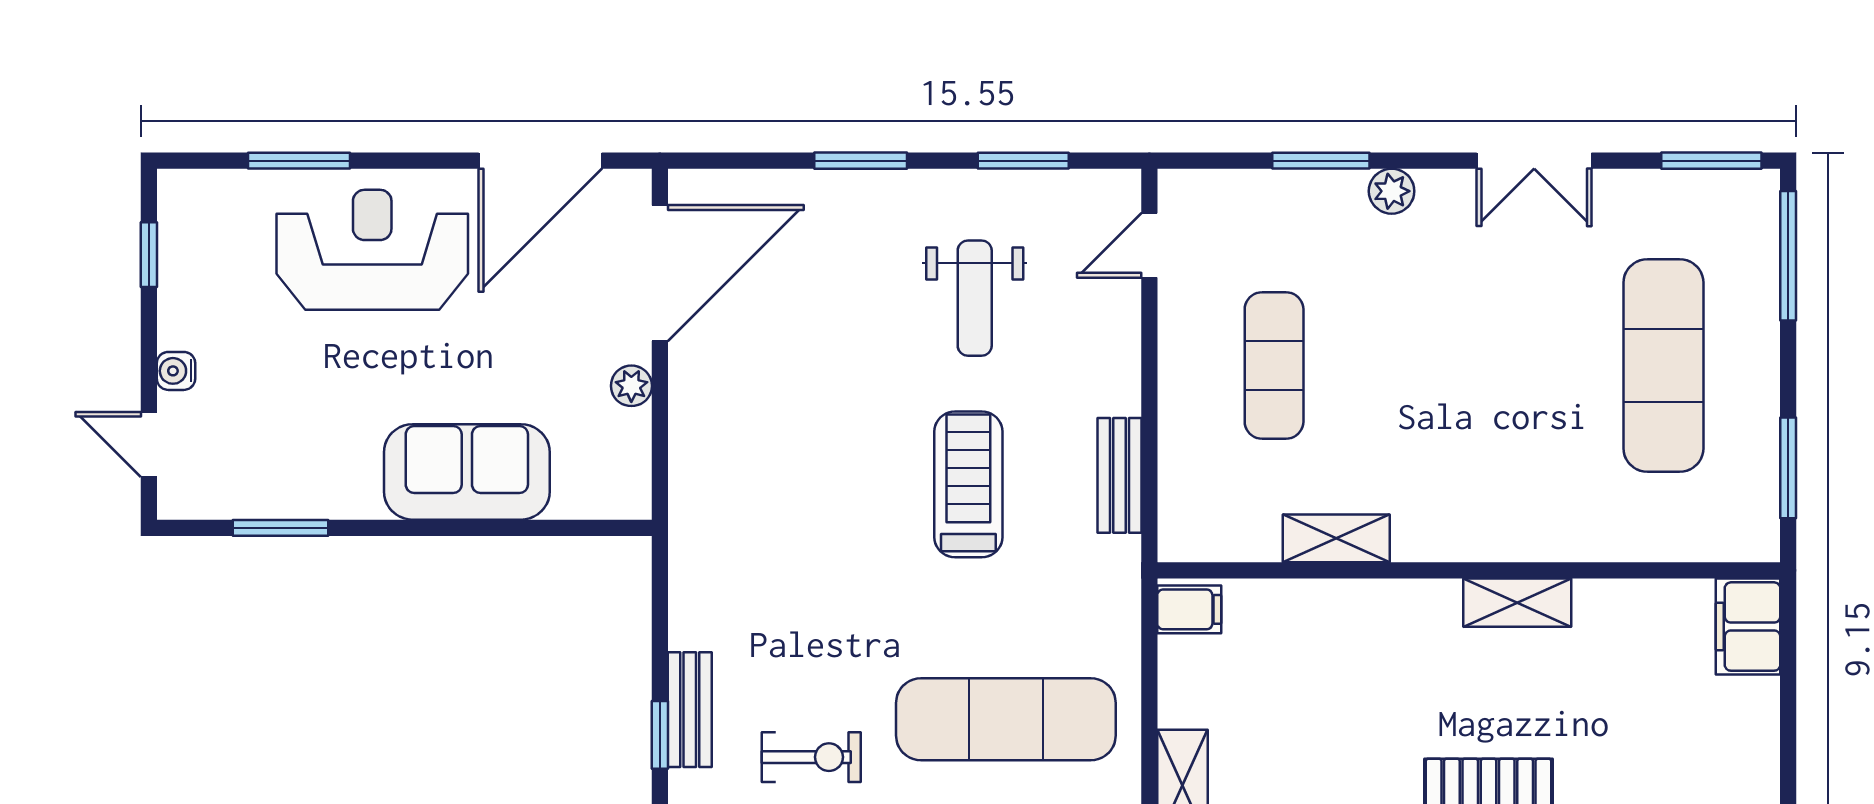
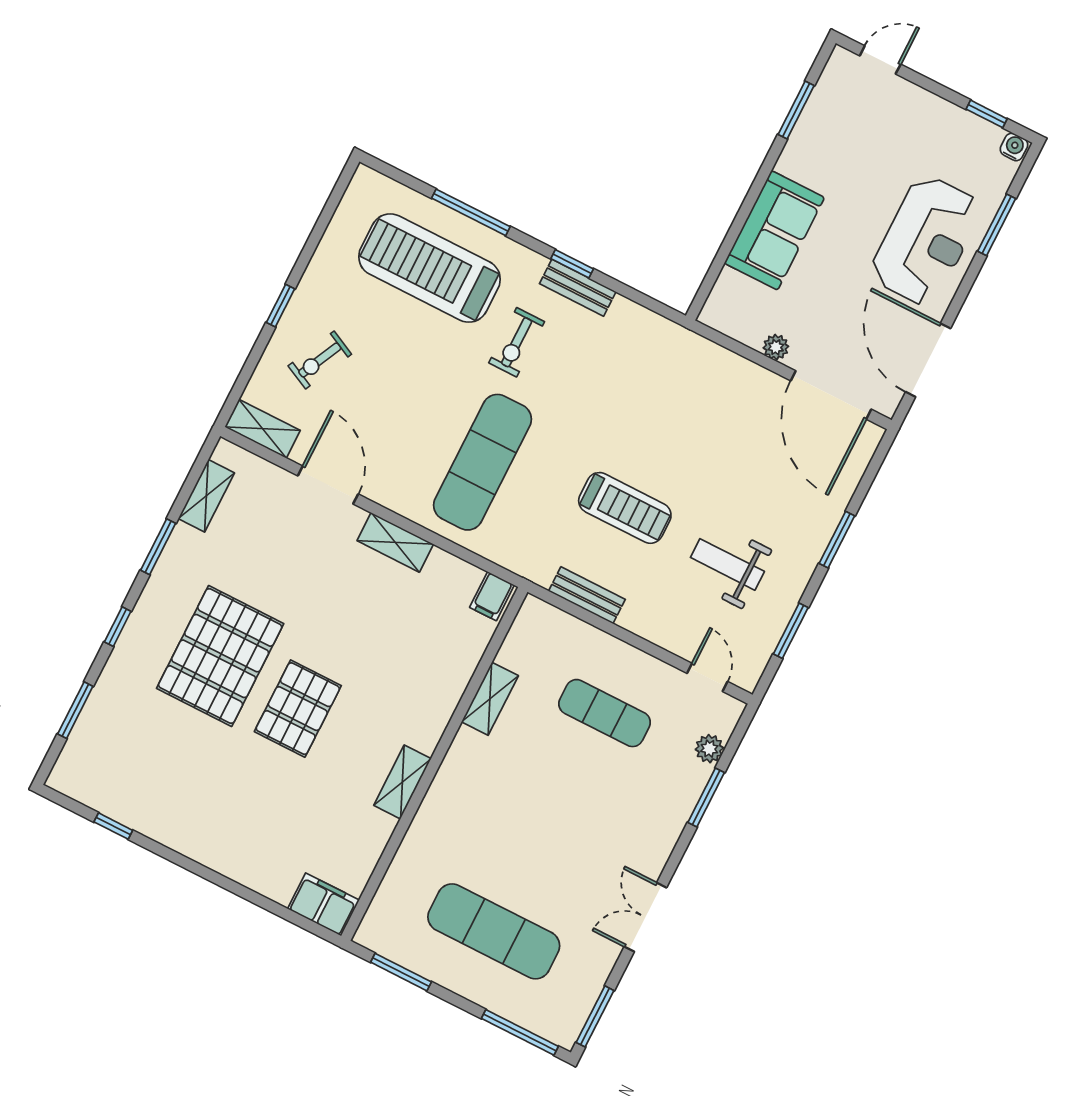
plant: (1392, 191) -> (709, 749), moved
water cooler: (176, 371) -> (1014, 147), moved

